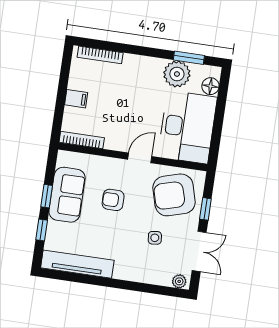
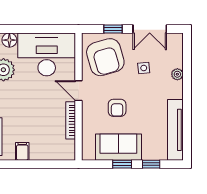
filing cabinet: (76, 99) -> (22, 151), moved
bookcase: (82, 140) -> (71, 120), moved
double door: (199, 251) -> (150, 29), swing flipped
plant: (179, 281) -> (177, 74), moved

